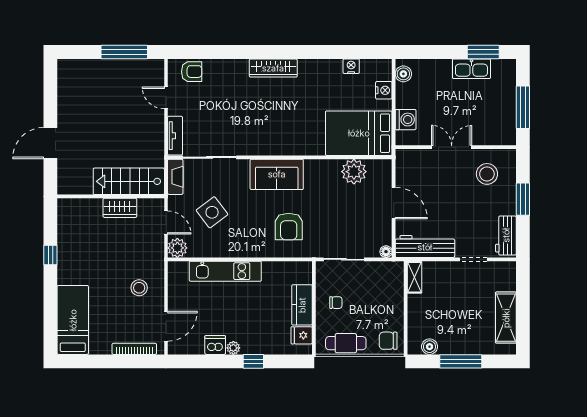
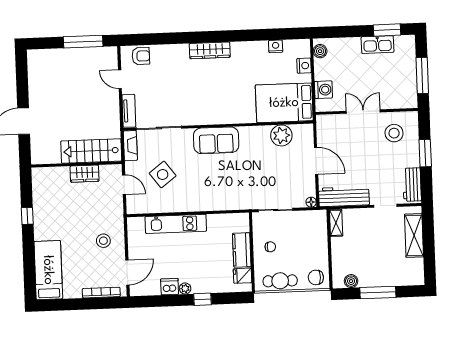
armchair: (289, 227) -> (228, 184), removed
plant: (177, 248) -> (134, 206), removed
shelving: (506, 318) -> (414, 235), moved

